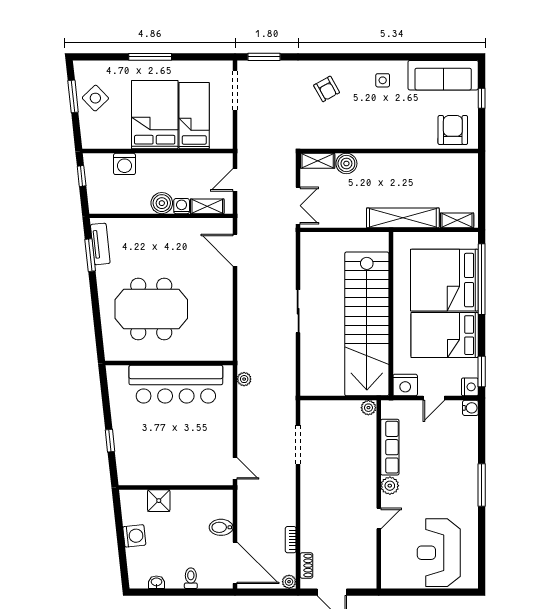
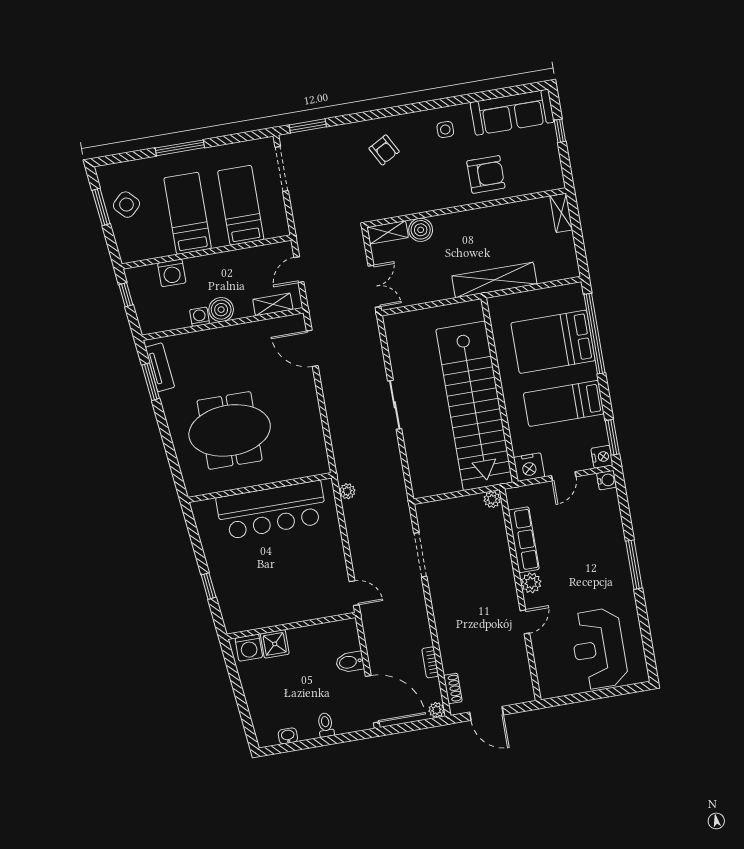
bed: (155, 115) -> (188, 213), width x0.67
armchair: (453, 130) -> (486, 174), moved, turned 90
washing machine: (182, 206) -> (200, 317), moved
shelving: (457, 220) -> (561, 213), moved, turned 90
bed: (444, 280) -> (553, 342), width x0.73
bed: (445, 335) -> (564, 403), width x0.67
washing machine: (134, 536) -> (249, 648), moved, turned 96

